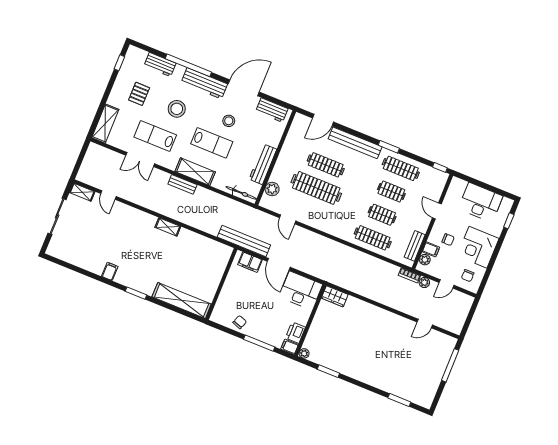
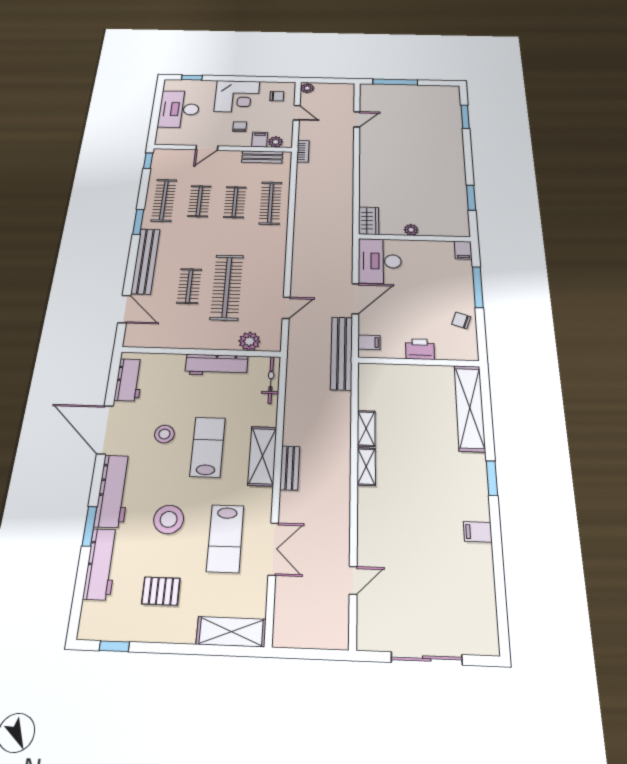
workbench: (160, 65) -> (101, 564), width x1.38
window: (188, 65) -> (89, 526), width x0.47
clothes rail: (326, 165) -> (189, 286), width x0.73
shelving: (82, 192) -> (366, 428), moved
filing cabinet: (250, 262) -> (369, 342), width x0.50
plant: (424, 282) -> (307, 88), moved
door: (425, 324) -> (357, 119), hinge flipped
printer: (295, 332) -> (420, 349), moved, turned 180
plant: (304, 353) -> (411, 230), moved

